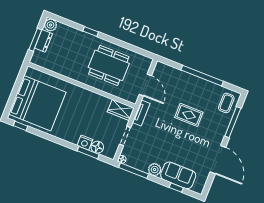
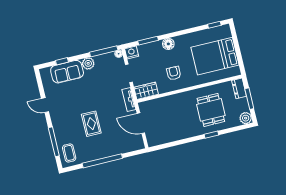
dresser: (44, 41) -> (239, 88), moved
dining table: (109, 65) -> (211, 110), moved, width x0.73
bed: (37, 103) -> (215, 56), width x0.73
armchair: (86, 108) -> (174, 73), added
rug: (189, 115) -> (91, 124), turned 90
nightstand: (85, 143) -> (132, 52), moved
floor lamp: (97, 147) -> (168, 44), moved
door: (218, 160) -> (45, 105), width x0.53

